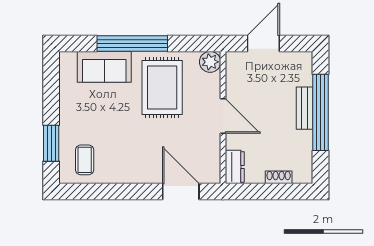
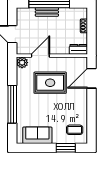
sofa: (104, 67) -> (37, 135), moved, turned -90
rug: (162, 87) -> (50, 83), moved
door: (223, 116) -> (40, 56), moved

